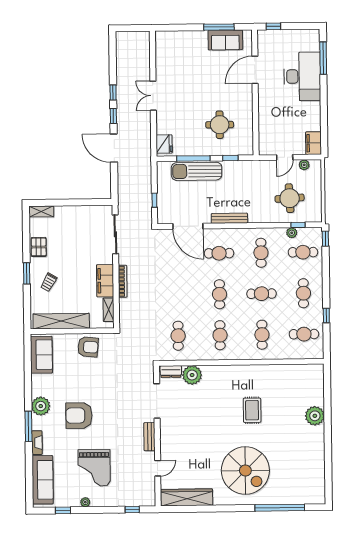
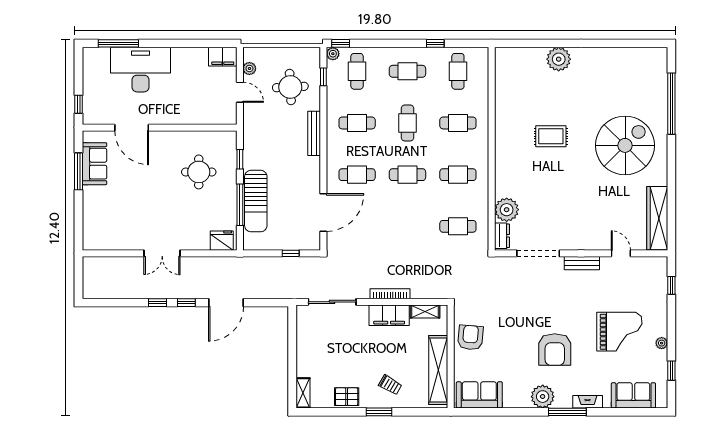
bench: (229, 218) -> (314, 133), moved
plant: (292, 233) -> (333, 54), moved
cafe table: (219, 253) -> (357, 175), turned 90
sofa: (43, 480) -> (633, 395), width x0.73

